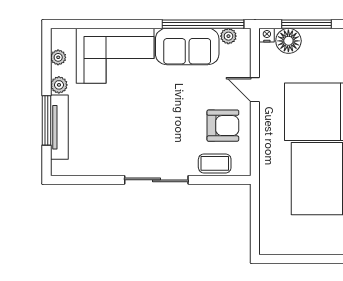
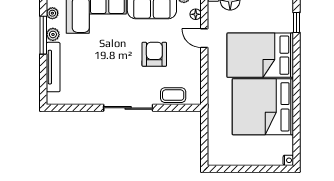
floor lamp: (244, 59) -> (196, 14), added
window: (46, 120) -> (43, 35), moved
armchair: (223, 126) -> (154, 54), moved, turned -90

